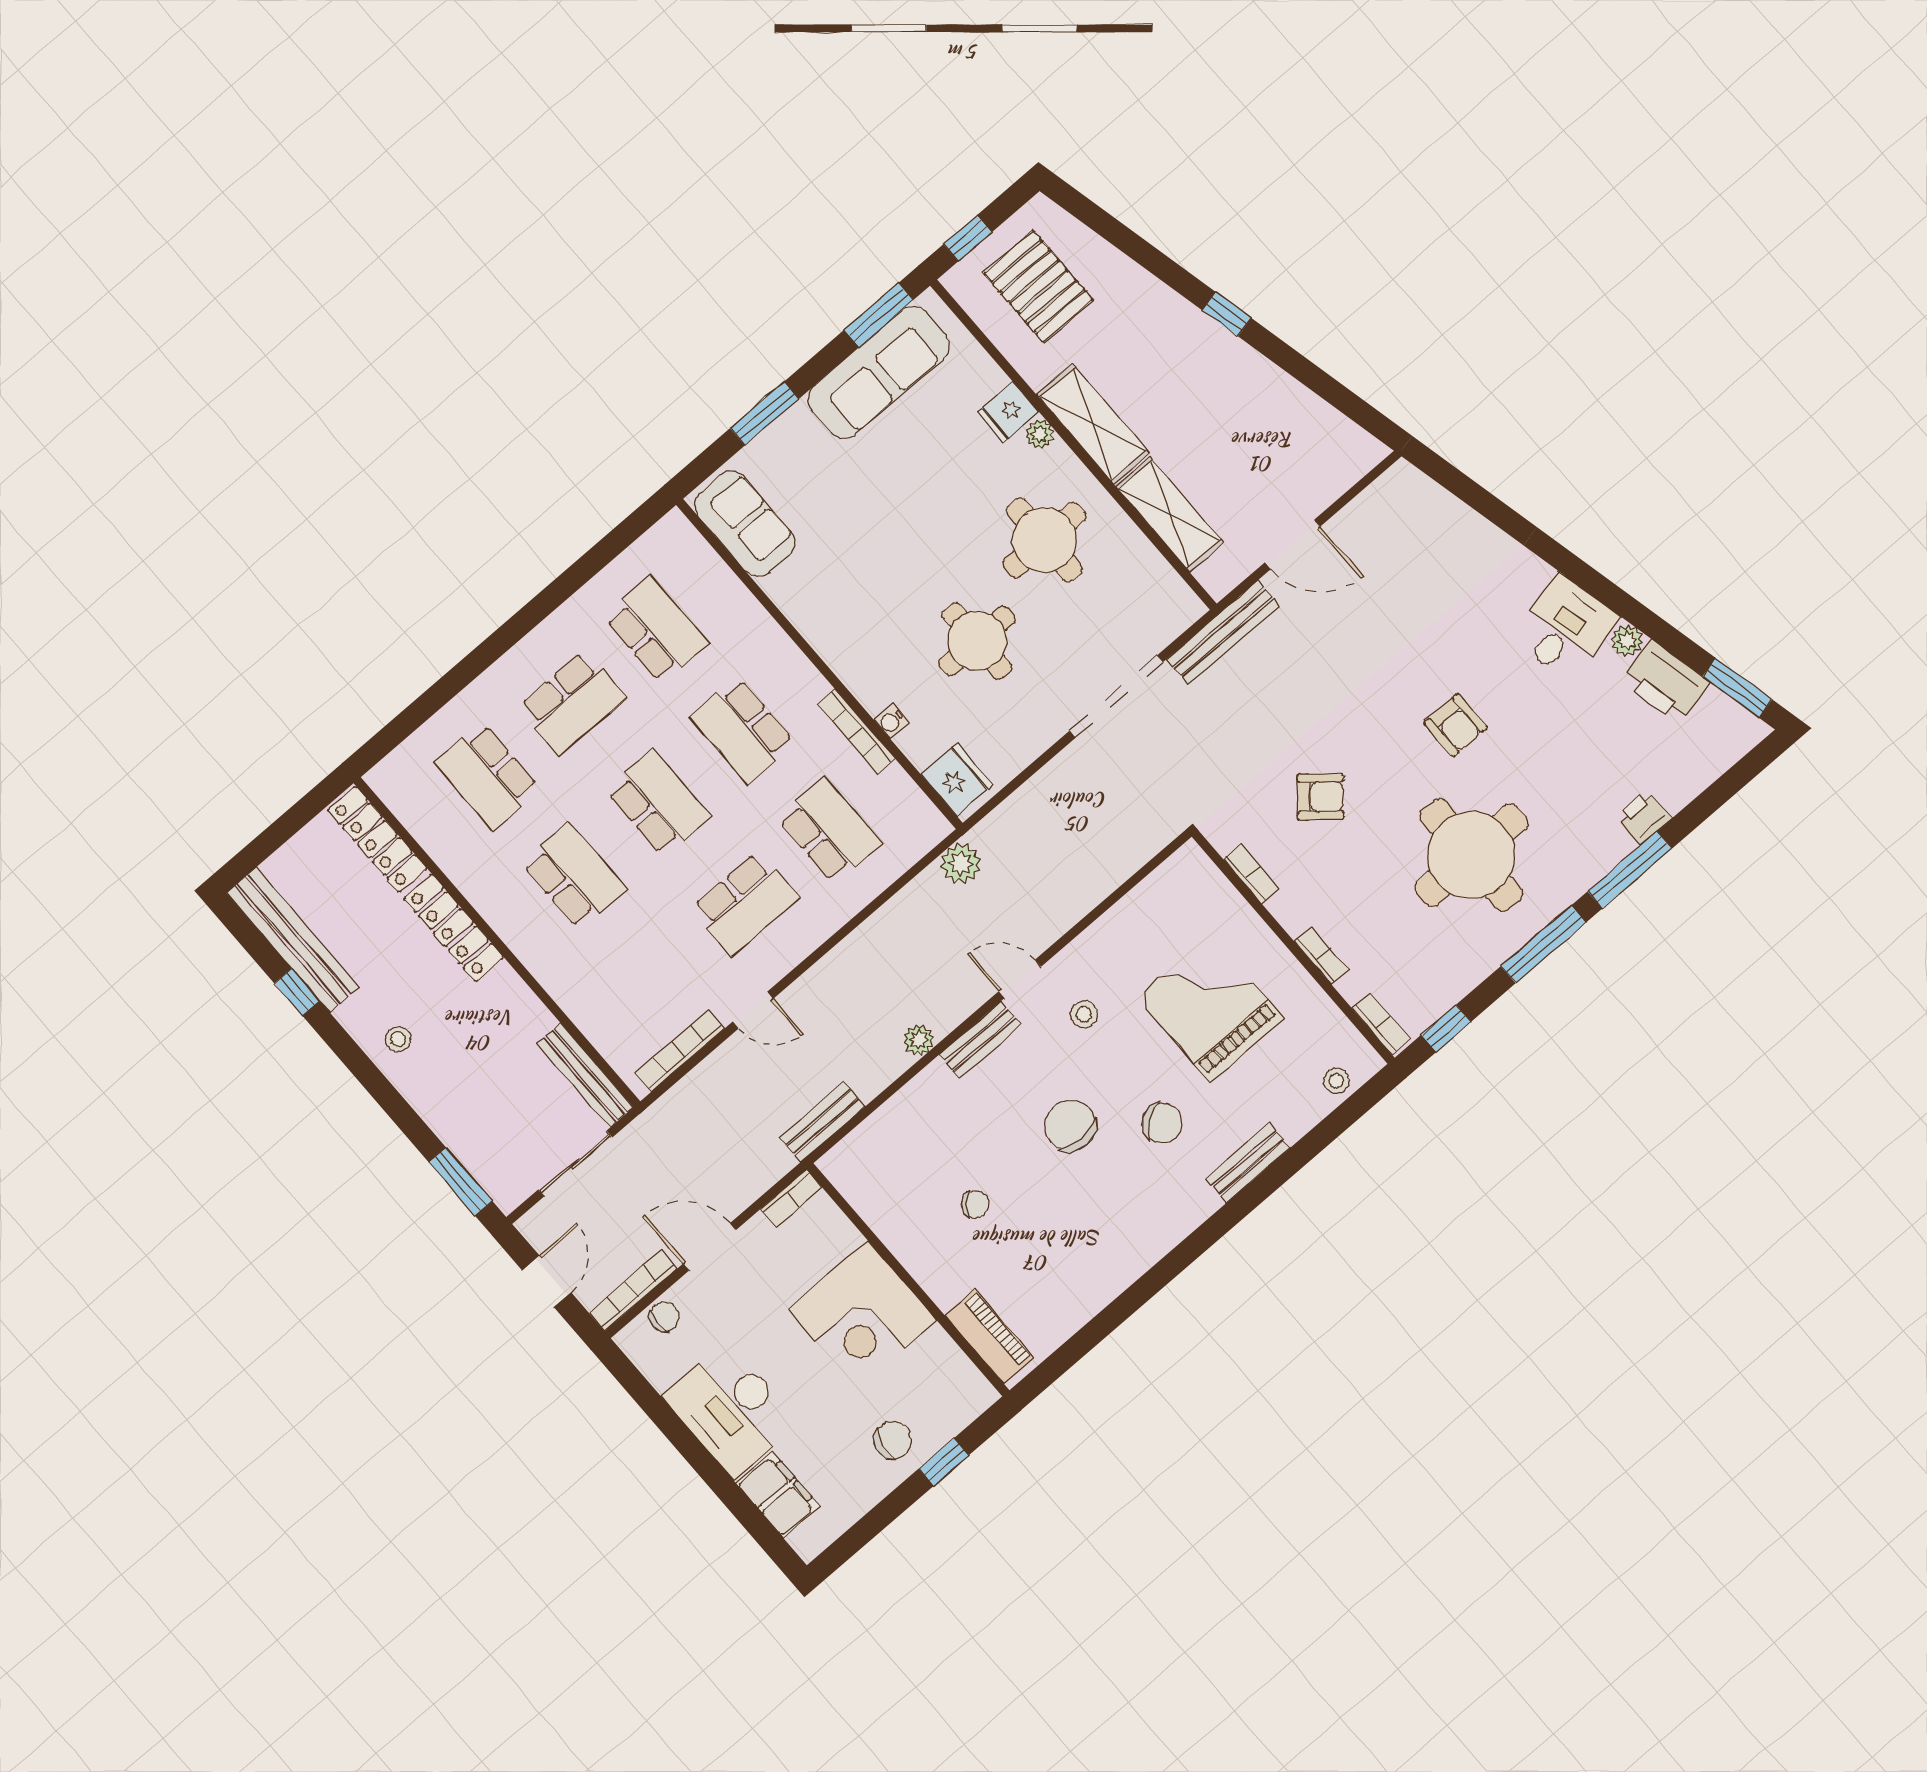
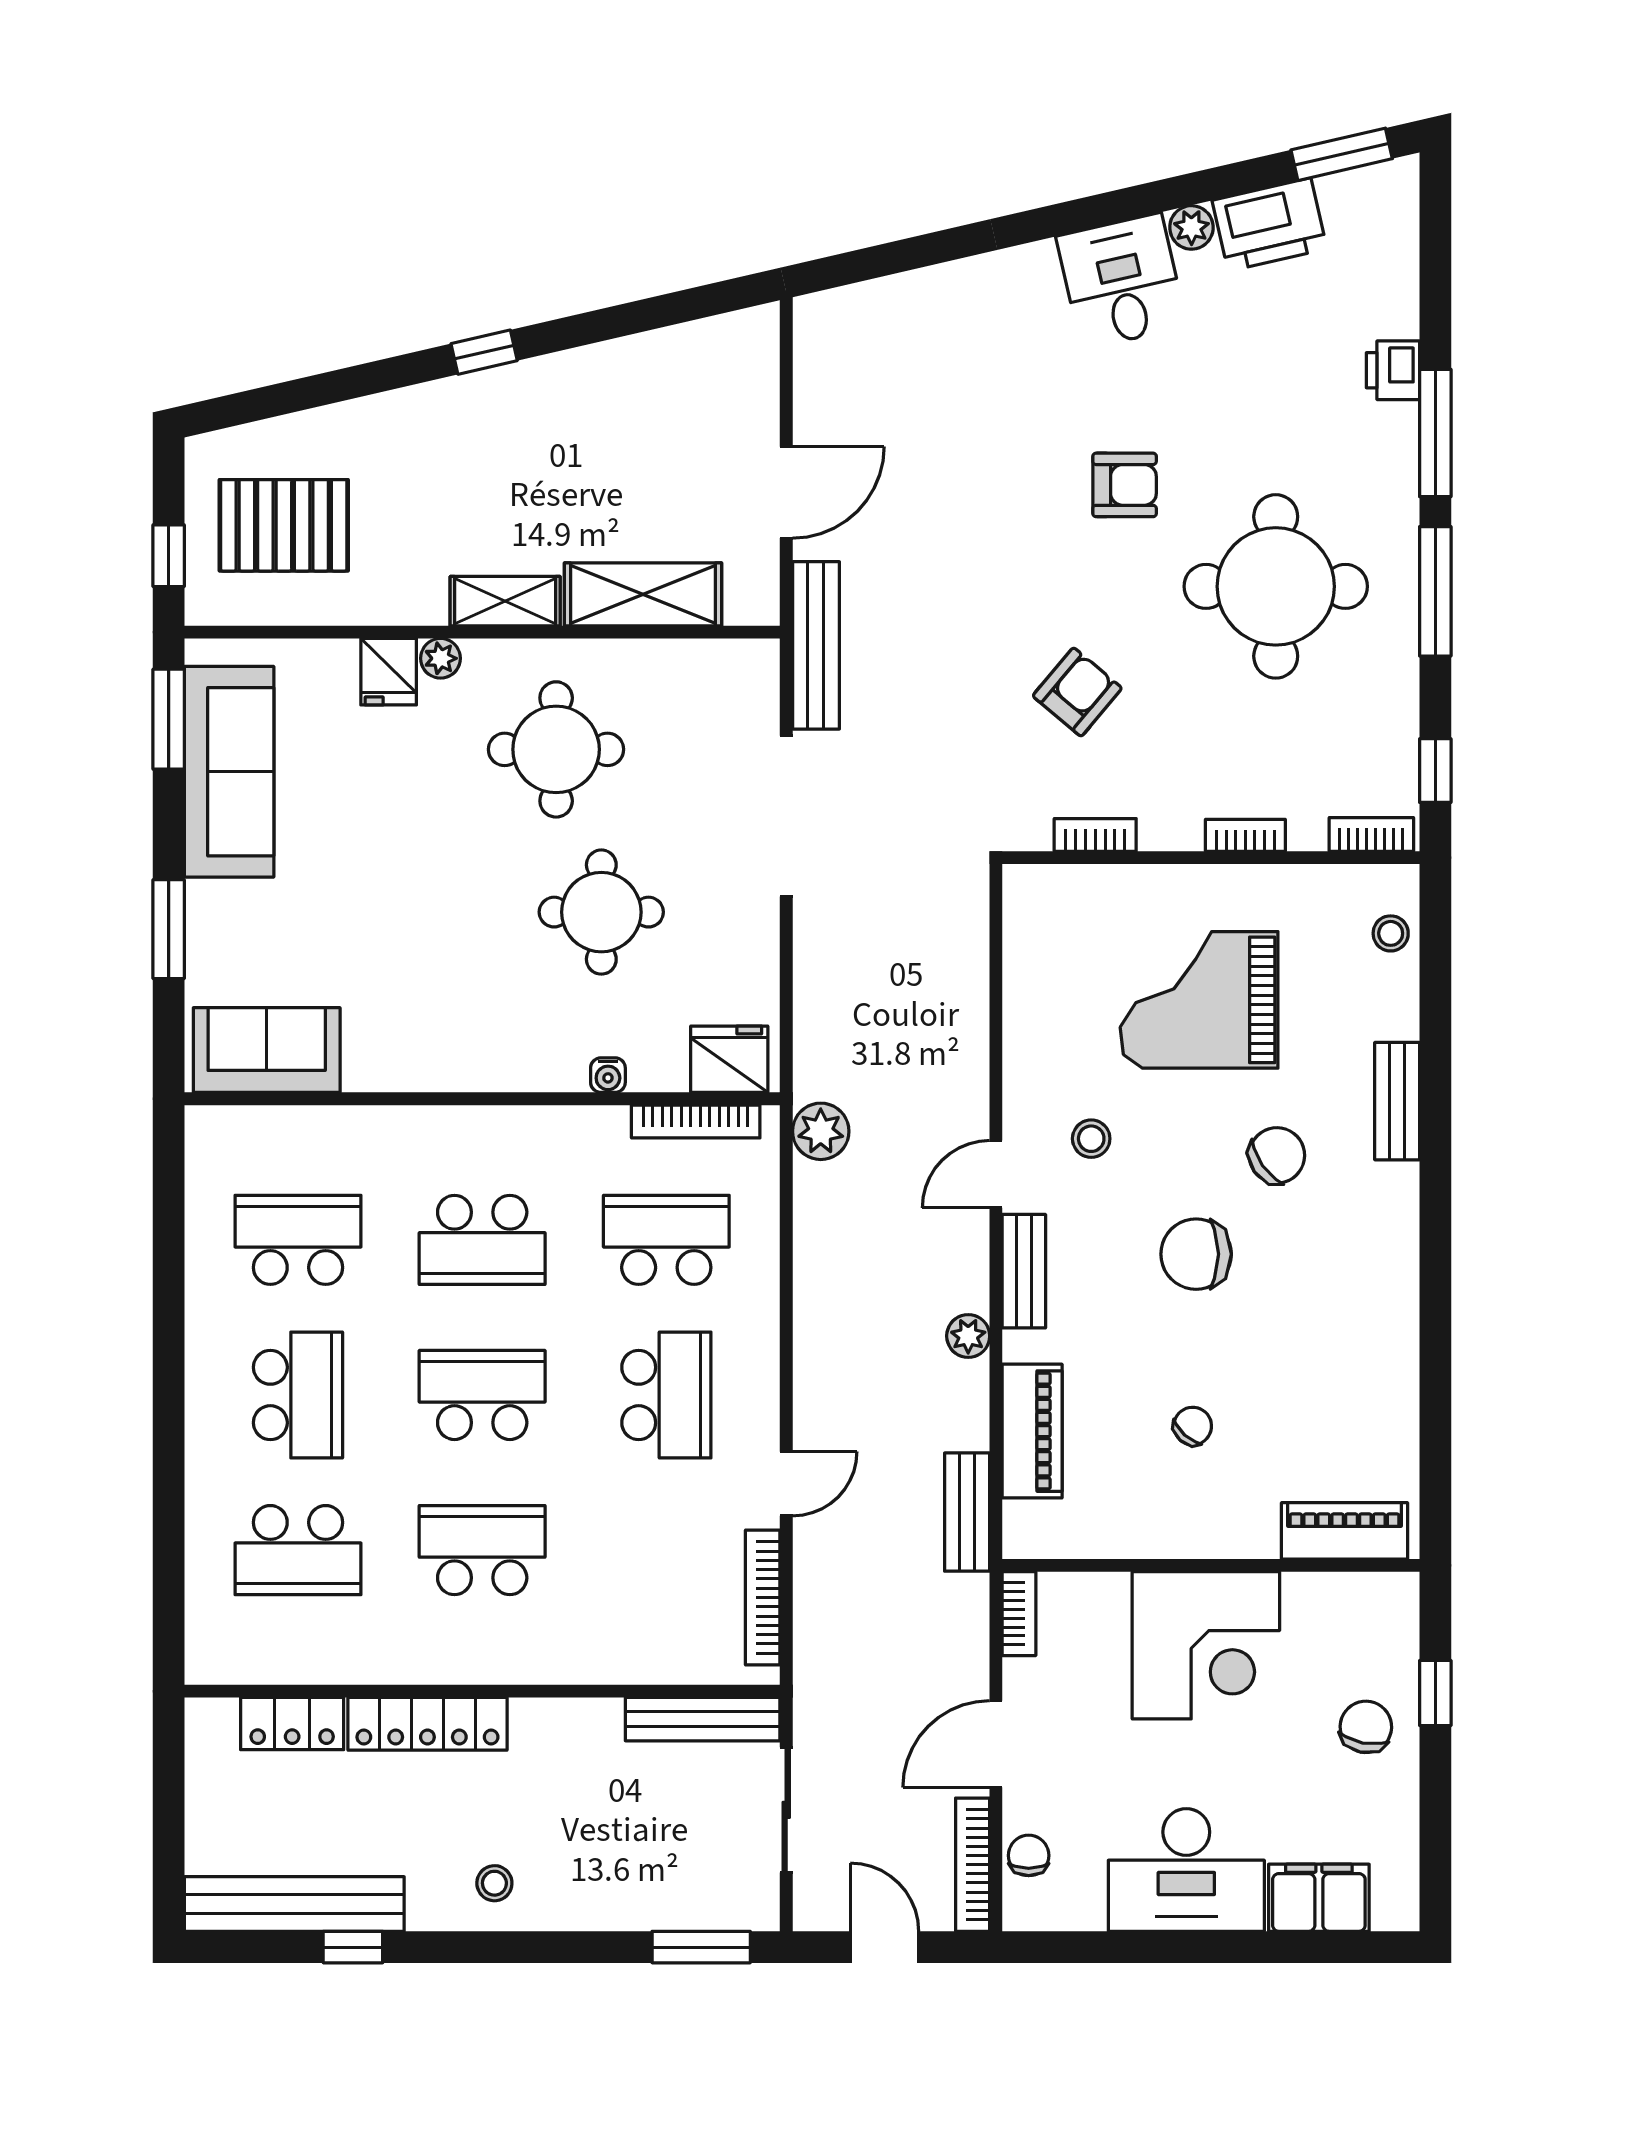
shelving: (1093, 424) -> (505, 601), width x0.67, depth x0.75
bookcase: (856, 732) -> (696, 1122), moved
locker: (377, 839) -> (292, 1724), width x0.66
piano: (897, 1119) -> (1032, 1431), added

